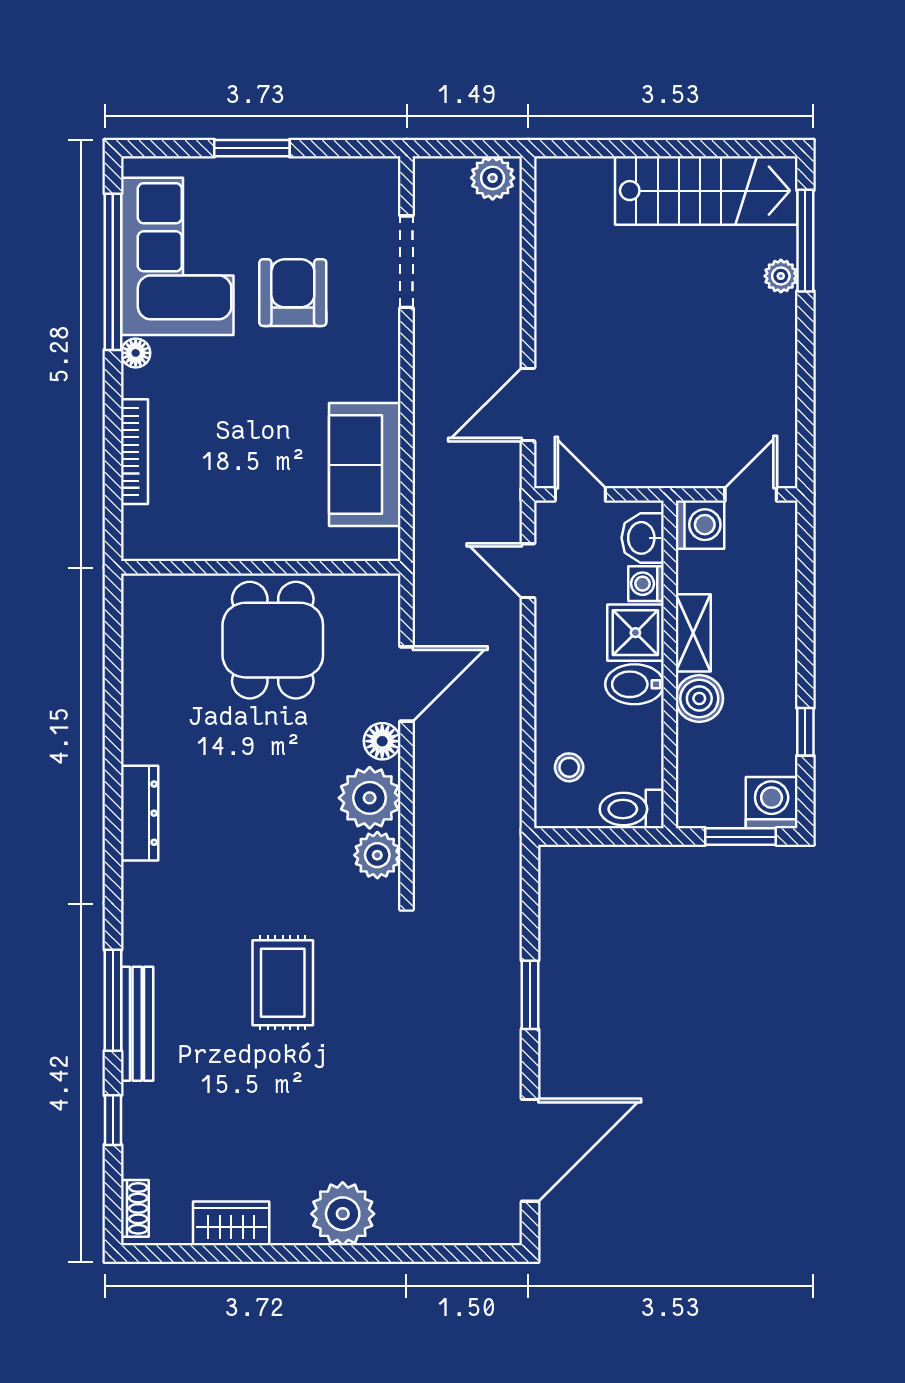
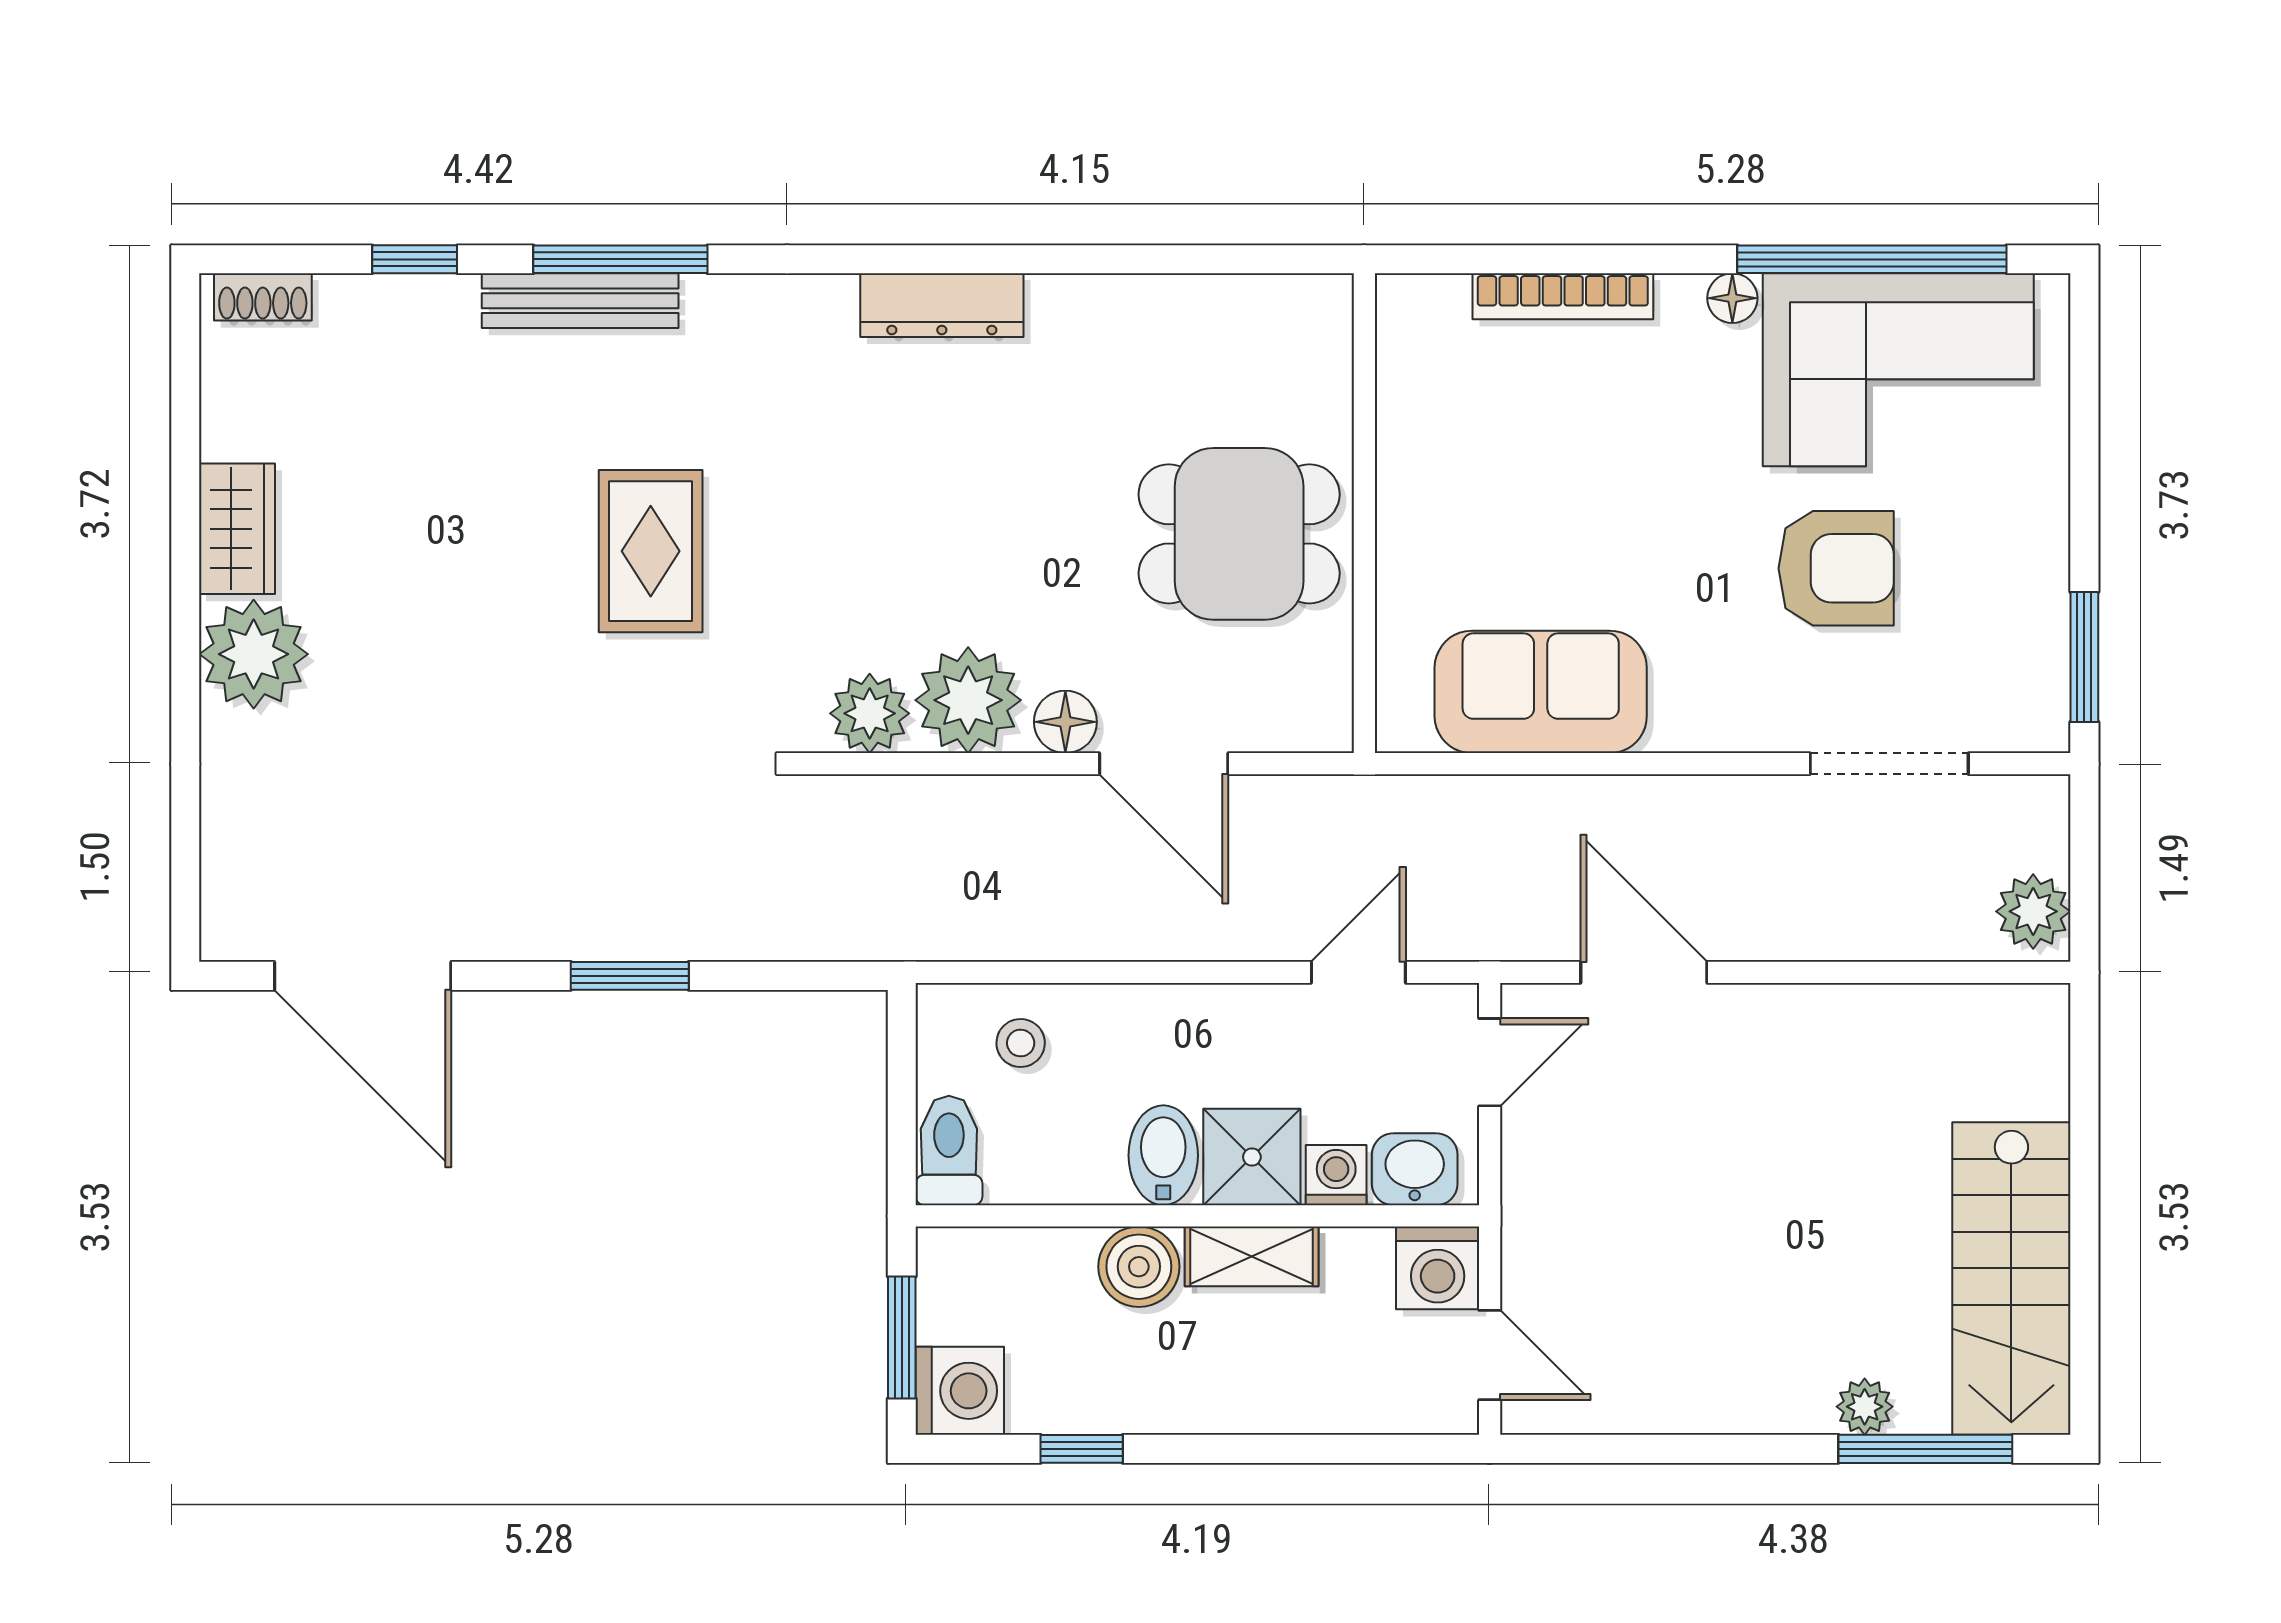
window: (252, 148) -> (2084, 657), moved
rug: (283, 983) -> (651, 551), turned 90
wardrobe: (231, 1223) -> (237, 529), moved

